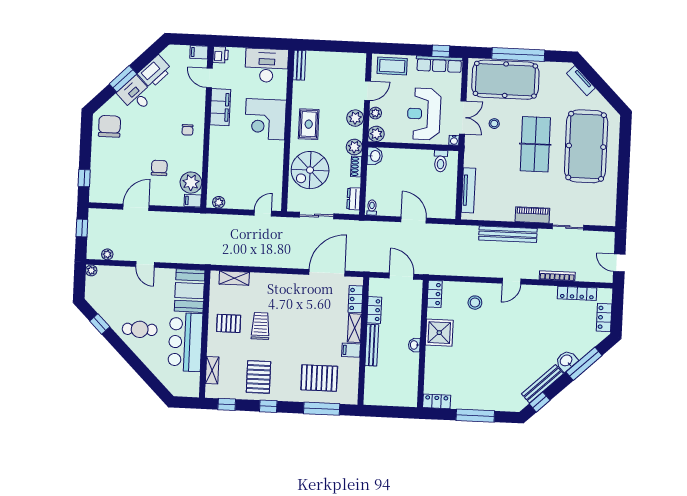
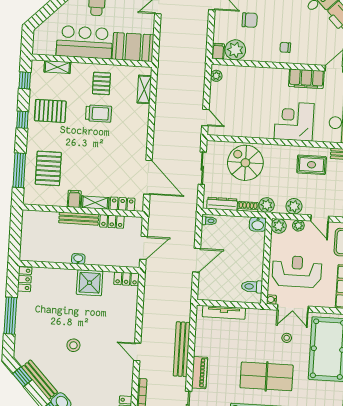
rug: (309, 124) -> (312, 165), moved
dresser: (354, 199) -> (222, 204), width x1.44
stool: (475, 303) -> (73, 345), moved

